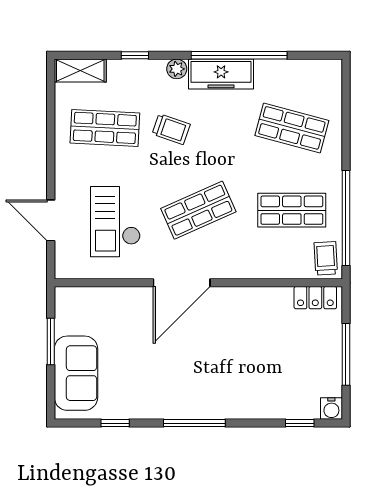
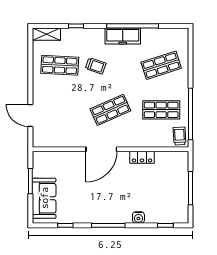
plant: (177, 69) -> (99, 33), removed
shop shelf: (292, 128) -> (161, 65), turned -33
checkout: (115, 222) -> (65, 116), removed
locker: (315, 298) -> (142, 157), moved
water cooler: (331, 409) -> (138, 218), moved

